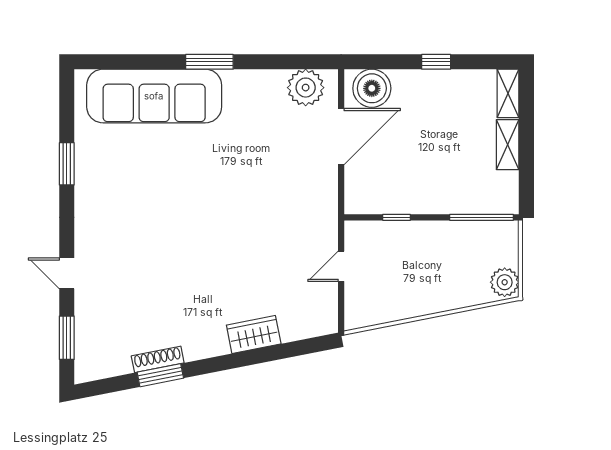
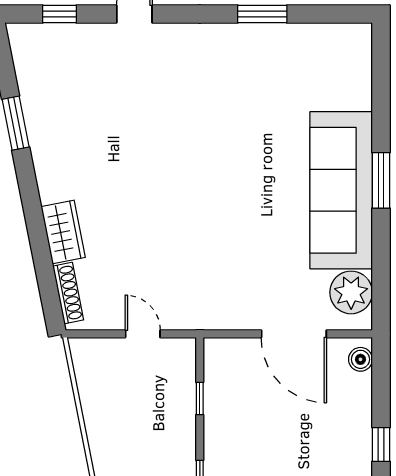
boiler: (372, 88) -> (360, 359), width x0.54, depth x0.54
sofa: (154, 96) -> (341, 190), moved
window: (67, 338) -> (59, 14), width x0.67
shoe rack: (158, 359) -> (68, 293), moved

